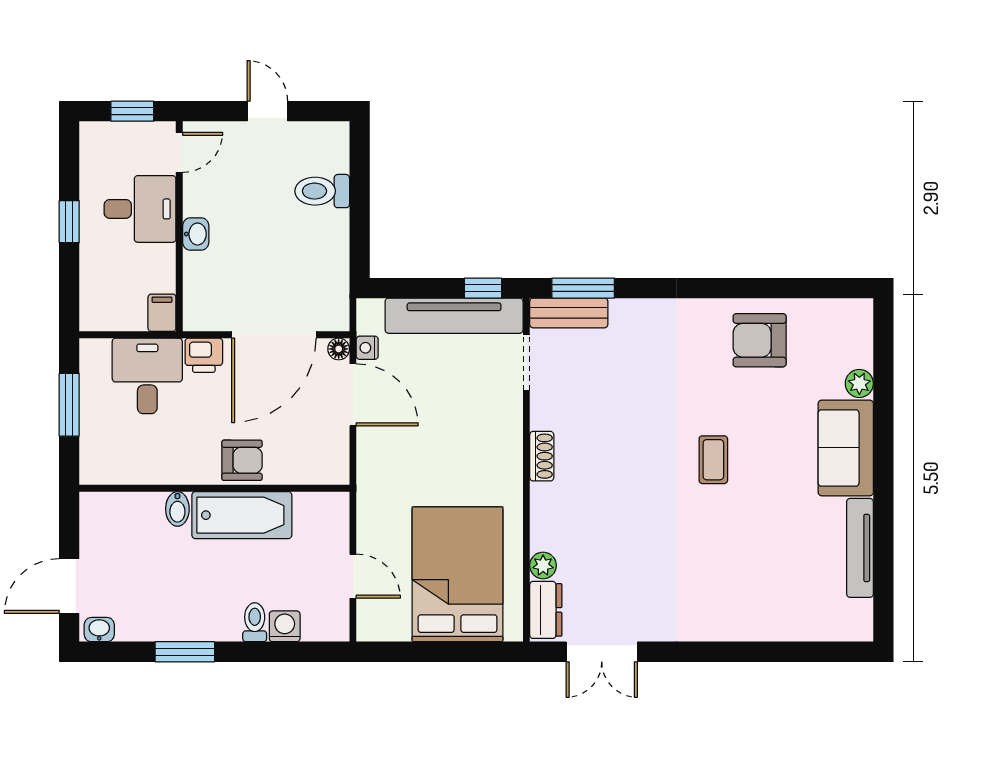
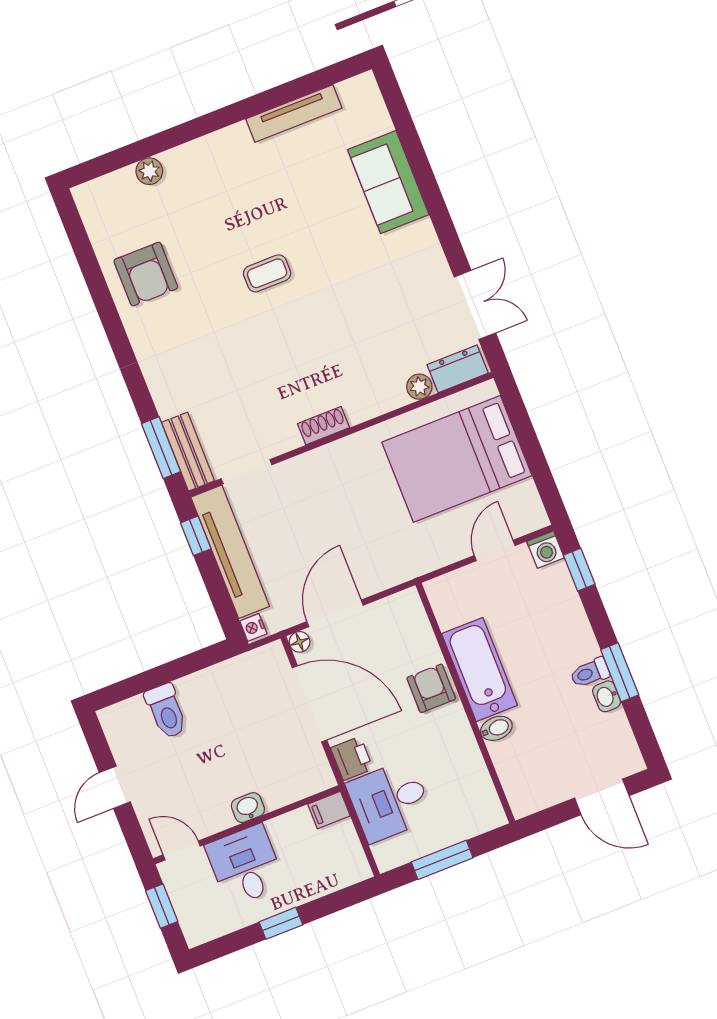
nightstand: (367, 348) -> (253, 627), moved, turned 90
sofa: (846, 448) -> (388, 182), moved, turned 90
toilet: (255, 622) -> (590, 673), moved
washing machine: (285, 626) -> (545, 550), moved, turned -90
washbasin: (99, 630) -> (607, 696), moved
window: (301, 652) -> (579, 570), added

